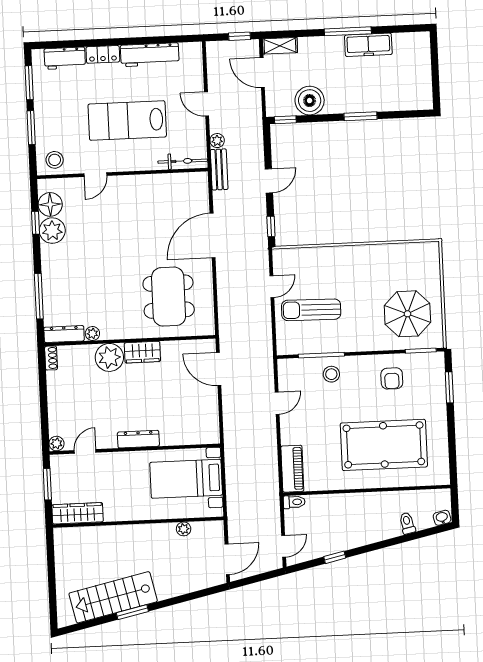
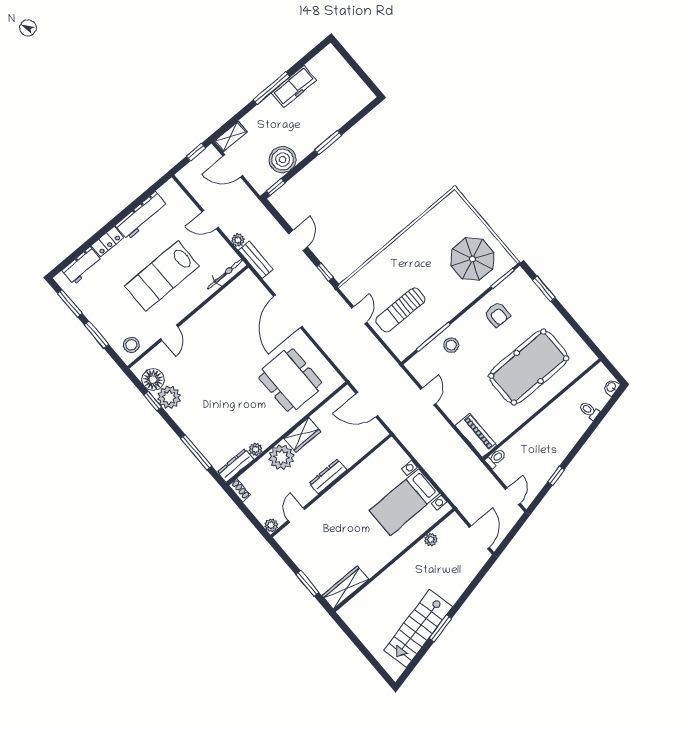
dresser: (138, 439) -> (328, 476), moved
plant: (56, 444) -> (271, 525), moved
wall: (135, 449) -> (331, 486), moved
door: (85, 451) -> (296, 515), moved

